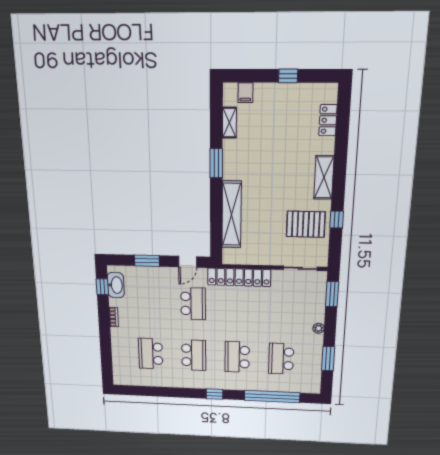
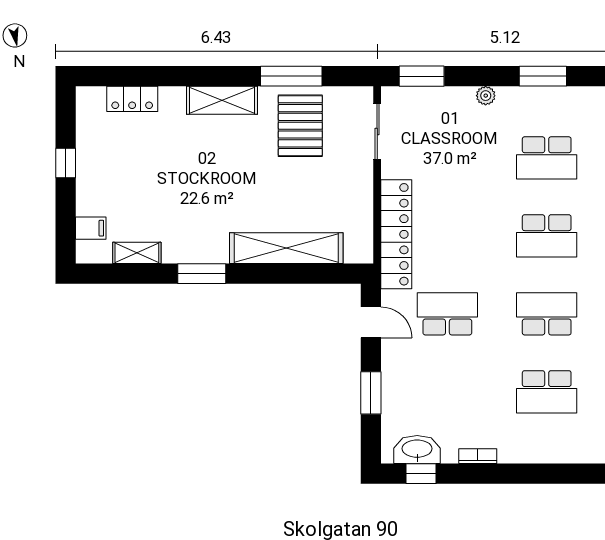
window: (337, 220) -> (291, 76), width x2.17

